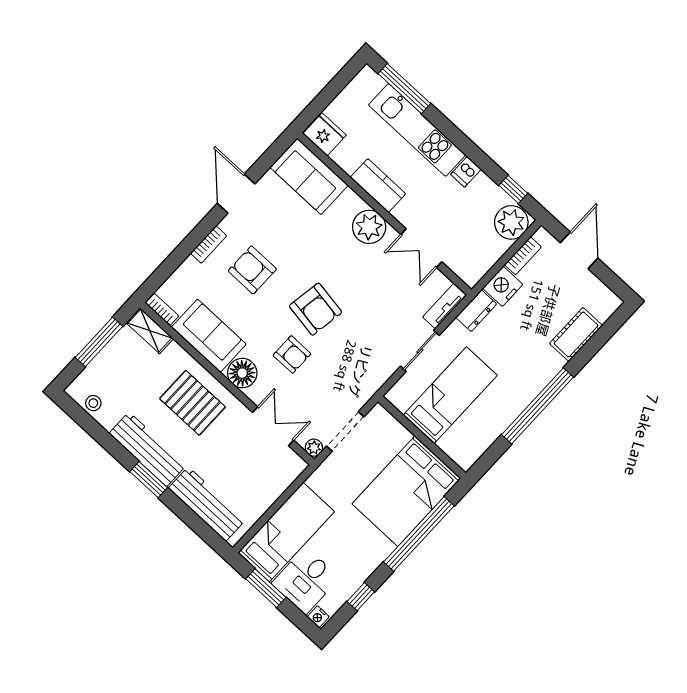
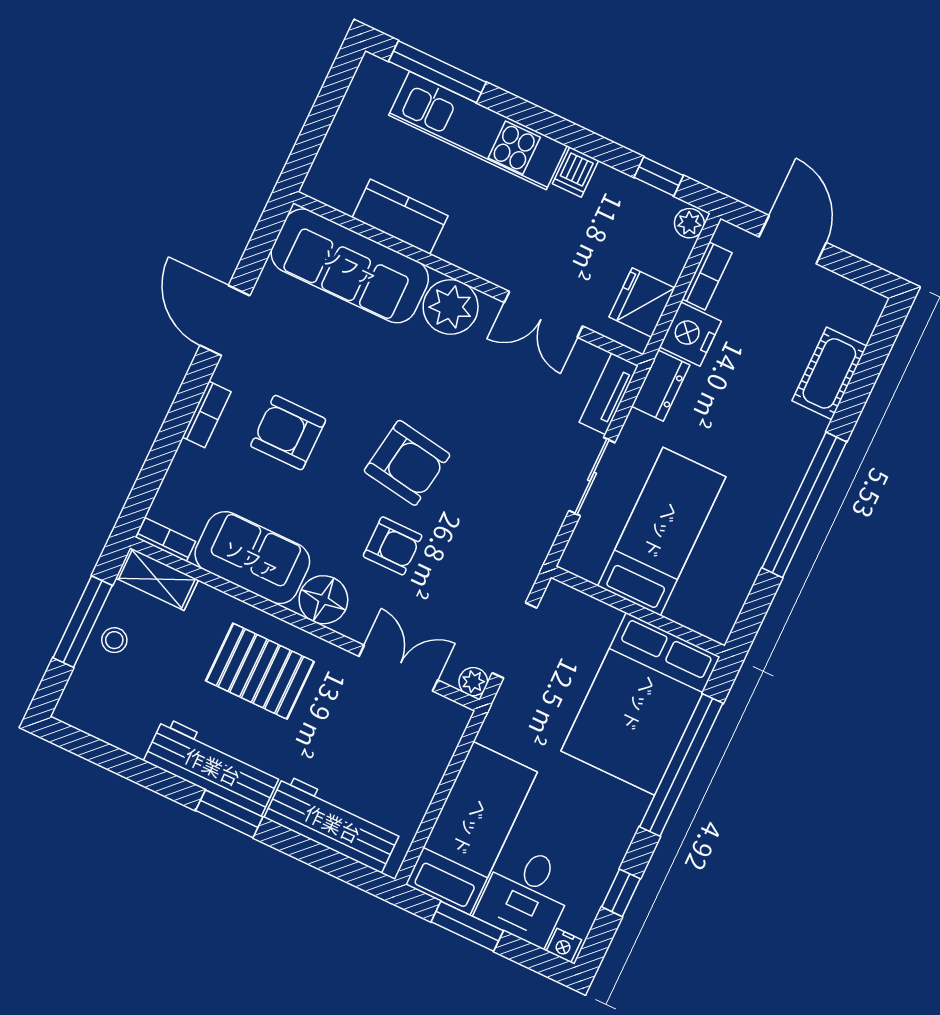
fridge: (325, 134) -> (642, 303), moved, turned -90
sofa: (309, 176) -> (350, 266), width x1.36
kitchen counter: (378, 186) -> (400, 217), moved
plant: (511, 222) -> (689, 223), width x0.53, depth x0.53
stool: (93, 403) -> (114, 640), moved

